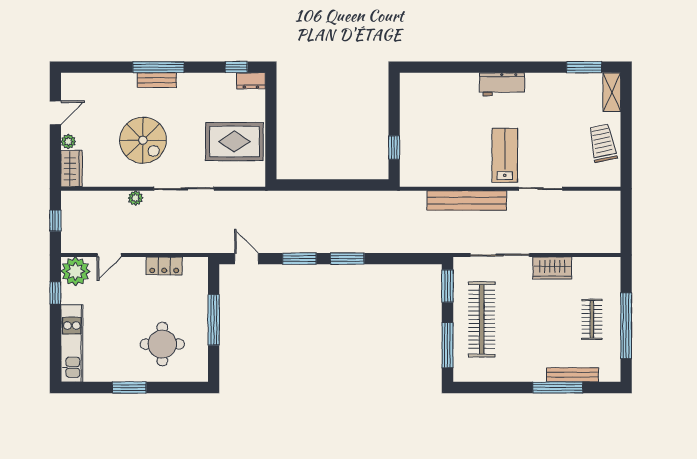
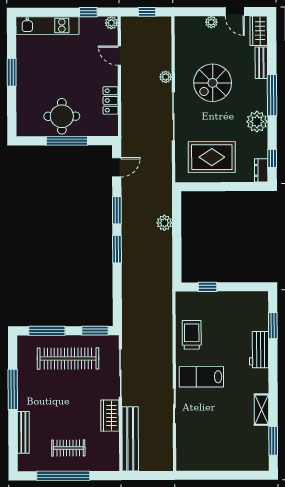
window: (442, 67) -> (273, 326), added
bench: (157, 80) -> (261, 63), moved
workbench: (502, 84) -> (259, 350), moved
plant: (191, 86) -> (257, 122), added
shelving: (612, 92) -> (261, 410), moved, turned 90
rug: (234, 141) -> (212, 157), turned 90
trolley: (603, 143) -> (192, 335), moved, turned -78
lab bench: (505, 155) -> (201, 377), turned 180
wardrobe: (71, 169) -> (259, 31), moved, turned 90
plant: (315, 200) -> (164, 223), added
bench: (467, 200) -> (130, 439), moved
plant: (75, 271) -> (111, 23), width x0.53, depth x0.53
round table: (162, 344) -> (62, 116), moved
window: (558, 388) -> (13, 389), moved

